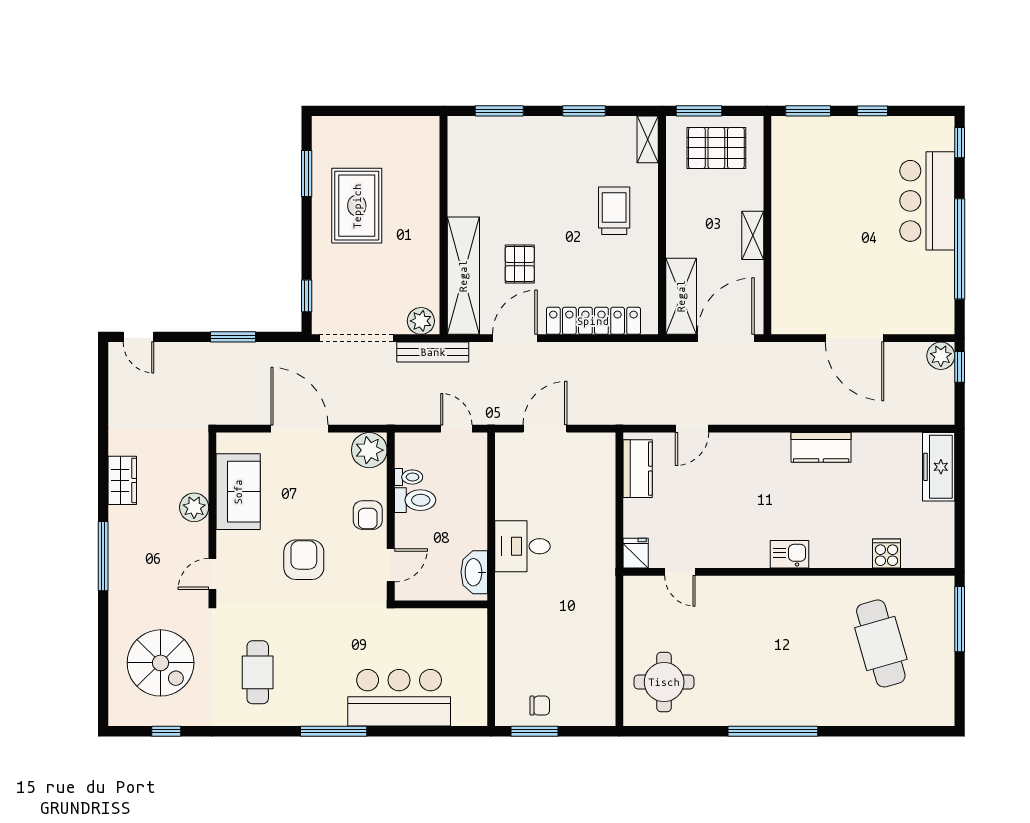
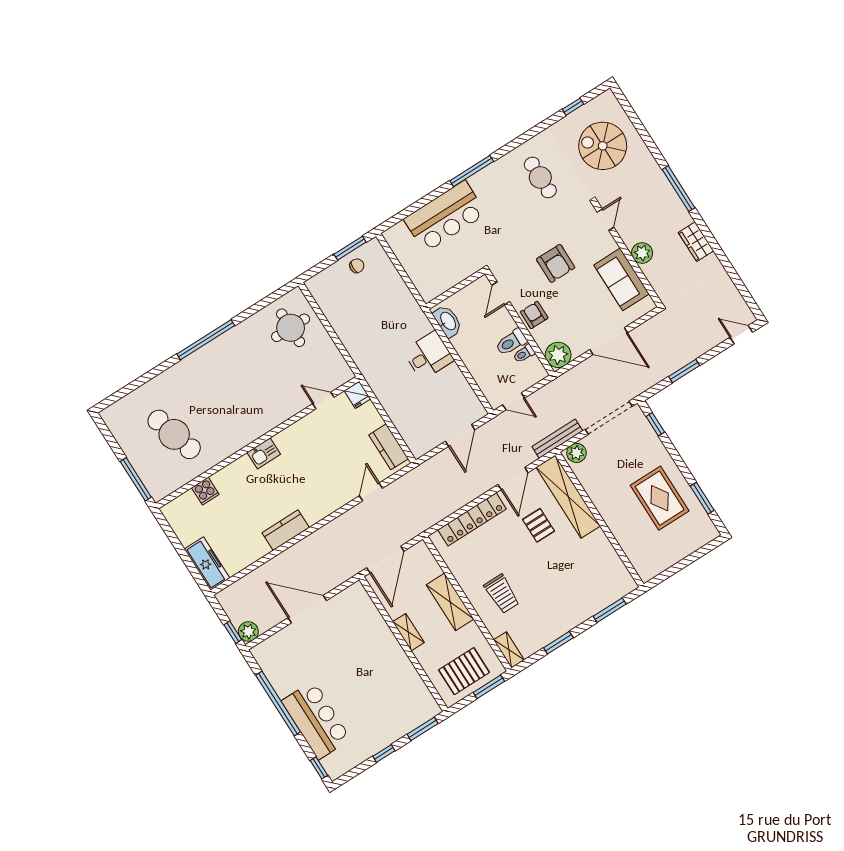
shelving: (681, 296) -> (450, 602), moved
chair: (540, 706) -> (357, 266), turned 180

